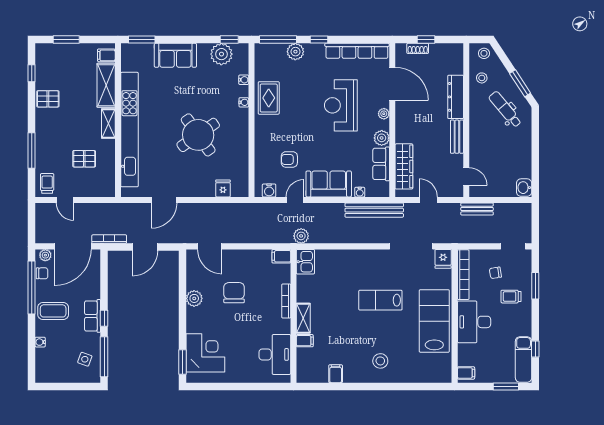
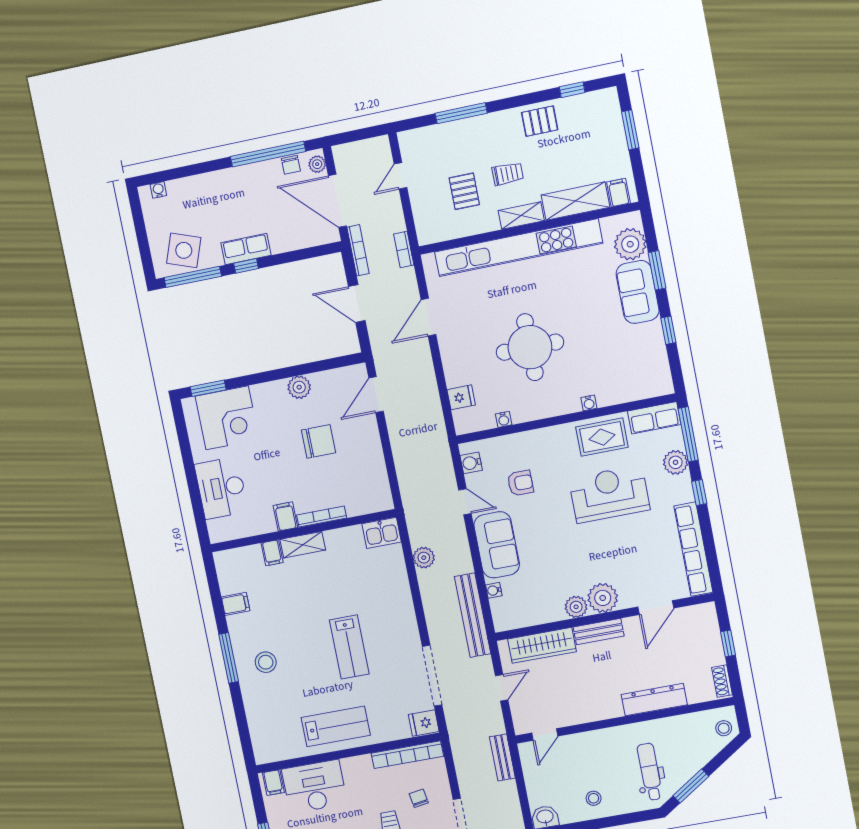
window: (142, 40) -> (657, 270), moved
window: (229, 40) -> (668, 330), moved
shoe rack: (418, 48) -> (722, 681), moved
plant: (221, 54) -> (630, 244), moved
stool: (482, 78) -> (594, 798), moved
water cooler: (244, 80) -> (504, 419), moved
door: (392, 84) -> (656, 608), width x0.73
pallet: (48, 99) -> (540, 121), turned 90
reception desk: (341, 105) -> (609, 494), moved
dental chair: (505, 109) -> (650, 772), turned -50
plant: (384, 114) -> (603, 598), width x1.88, depth x1.88
round table: (198, 135) -> (530, 347), turned 35
bench: (457, 137) -> (599, 632), moved
armchair: (289, 159) -> (520, 483), turned 90
row of seats: (381, 164) -> (654, 418), moved, turned 180
trolley: (47, 183) -> (508, 174), moved
door: (164, 200) -> (428, 317), hinge flipped
bookcase: (115, 208) -> (404, 250), added
plant: (301, 236) -> (424, 558), moved
filing cabinet: (281, 256) -> (285, 516), moved
lab bench: (380, 300) -> (349, 647), turned 180
coffee table: (53, 311) -> (242, 192), removed
lab bench: (434, 321) -> (336, 726), width x0.73, depth x0.72
desk: (474, 322) -> (314, 786), moved
water cooler: (40, 342) -> (158, 190), moved
desk: (275, 354) -> (221, 488), moved, turned 90
side table: (85, 359) -> (184, 250), width x1.87, depth x1.87
window: (373, 386) -> (229, 658), added

